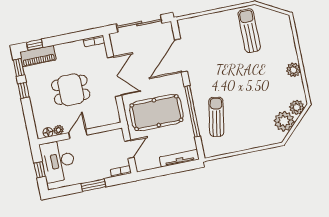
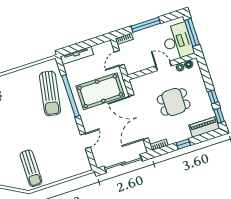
window: (35, 45) -> (183, 144), moved
door: (181, 56) -> (85, 141), width x0.53
double door: (114, 76) -> (139, 117), width x1.36
sun lounger: (216, 117) -> (50, 93), width x1.36, depth x1.34
door: (78, 134) -> (164, 66), swing flipped
window: (40, 170) -> (192, 32), width x2.17
window: (93, 185) -> (146, 25), width x1.44

